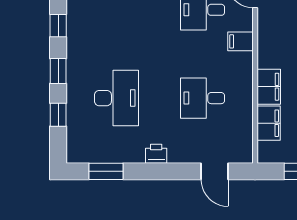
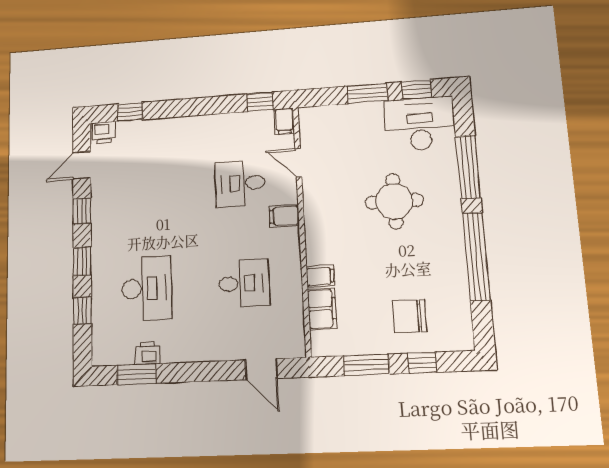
filing cabinet: (269, 87) -> (320, 276), width x0.50
desk: (203, 98) -> (244, 283), turned 180
printer: (156, 154) -> (147, 353), moved

